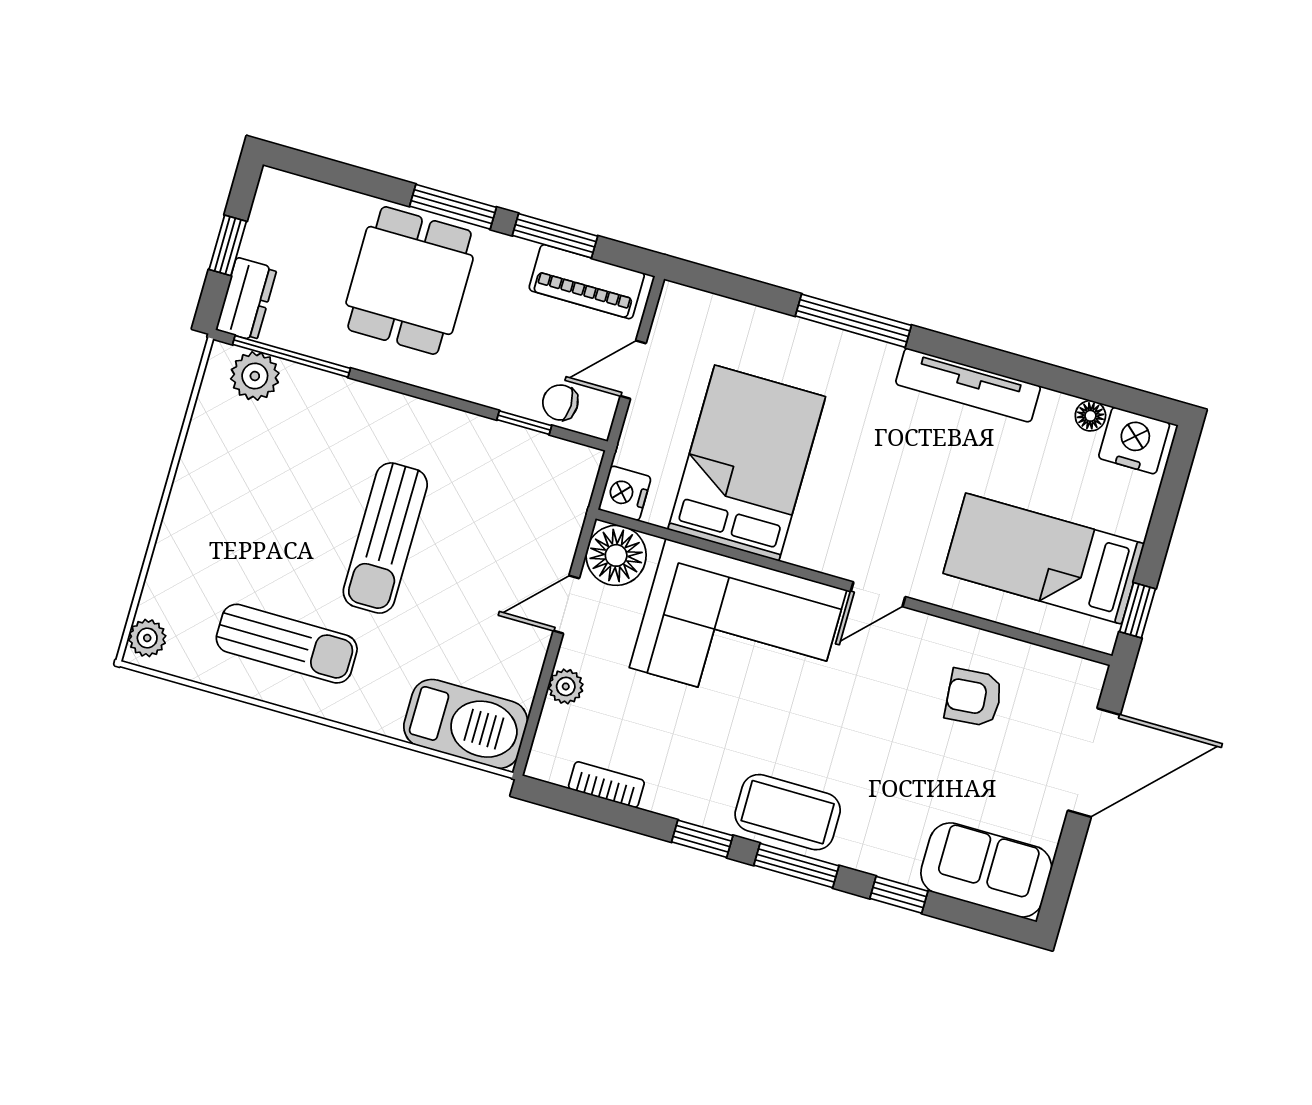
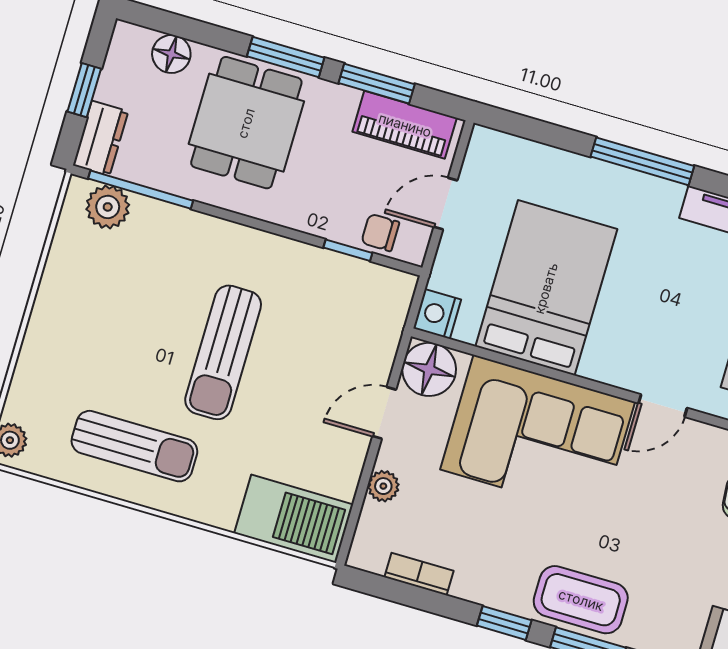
floor lamp: (325, 204) -> (171, 54), added

